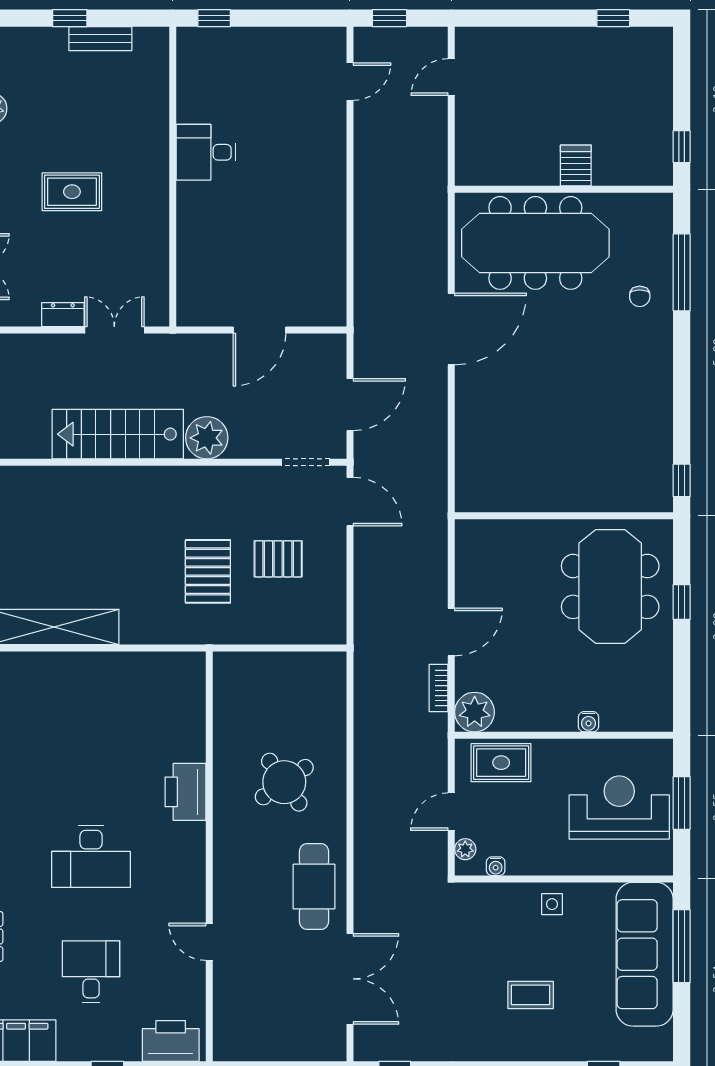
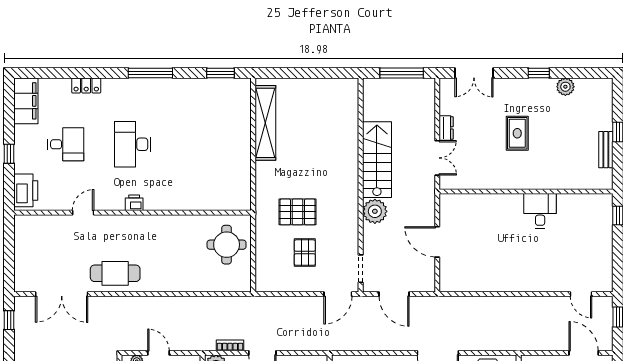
door: (451, 77) -> (584, 353), width x1.38
round table: (284, 782) -> (227, 245), moved, turned 35
printer: (185, 792) -> (134, 203), moved, width x0.53, depth x0.68

